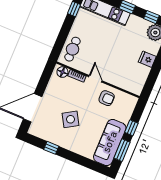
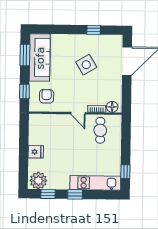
cafe table: (72, 49) -> (100, 130), moved
armchair: (107, 98) -> (47, 96), moved, turned 90
window: (131, 128) -> (24, 91), moved

